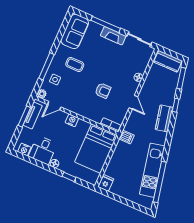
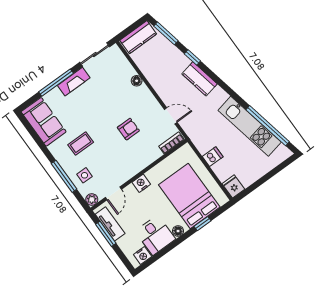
door: (133, 102) -> (171, 116), moved
dishwasher: (127, 137) -> (213, 157), moved
bed: (96, 149) -> (189, 196), moved, turned 180

